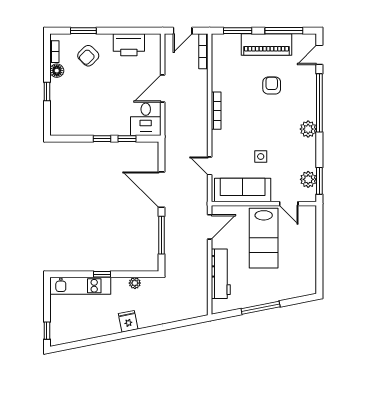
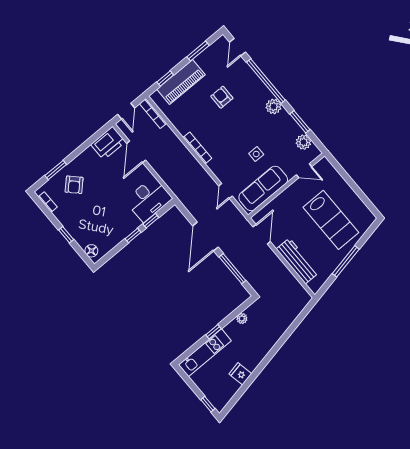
window: (238, 31) -> (165, 79), width x0.67
window: (284, 31) -> (198, 51), width x0.69
printer: (129, 45) -> (108, 143), moved
piano: (266, 45) -> (181, 82), moved
floor lamp: (57, 71) -> (91, 251), moved
door: (163, 89) -> (136, 152), moved
desk: (146, 119) -> (149, 199), width x1.37
door: (210, 166) -> (225, 191), hinge flipped
window: (319, 181) -> (300, 122), moved
door: (161, 190) -> (205, 236), hinge flipped
lab bench: (264, 238) -> (331, 220), moved
fridge: (128, 321) -> (240, 374), moved

